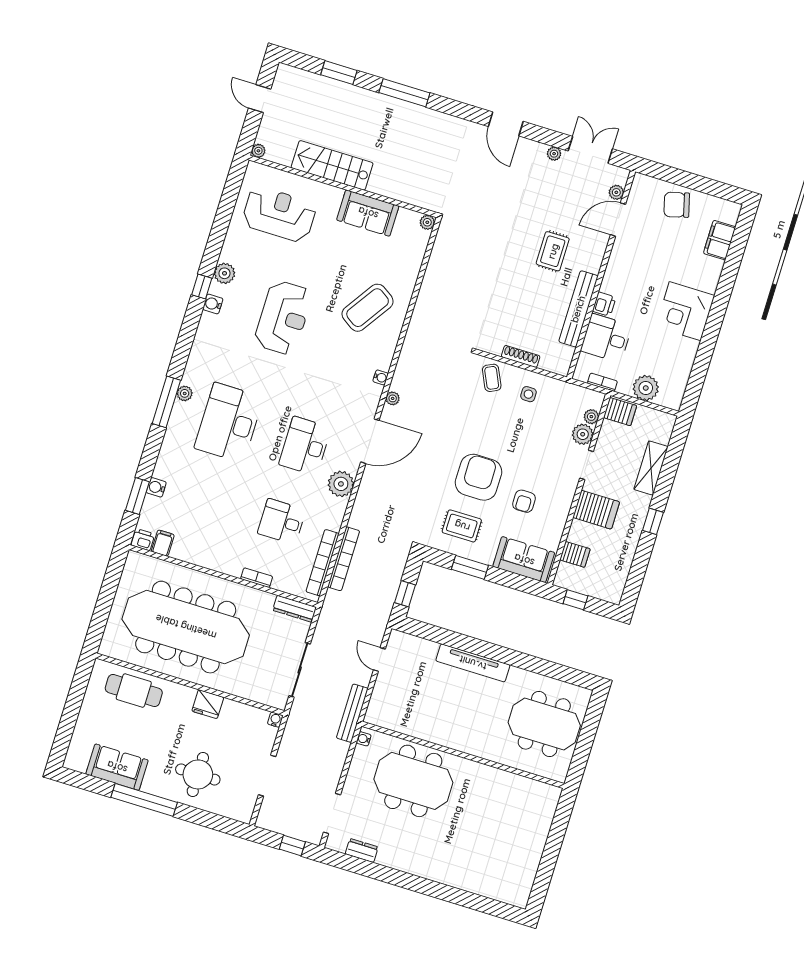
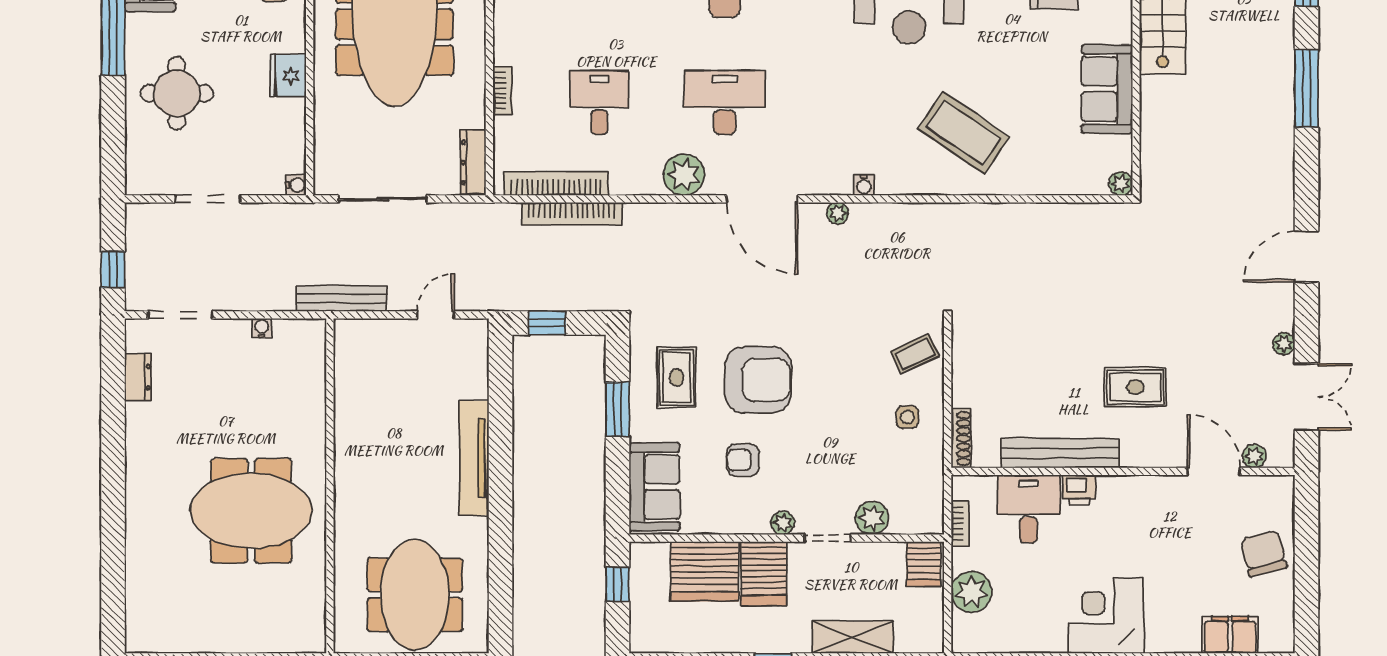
shoe rack: (521, 356) -> (961, 439), moved
plant: (591, 417) -> (783, 523), moved
server rack: (575, 554) -> (705, 571), width x2.18, depth x1.44
water cooler: (364, 739) -> (262, 328), moved
meeting table: (413, 781) -> (251, 511), moved, turned 90

